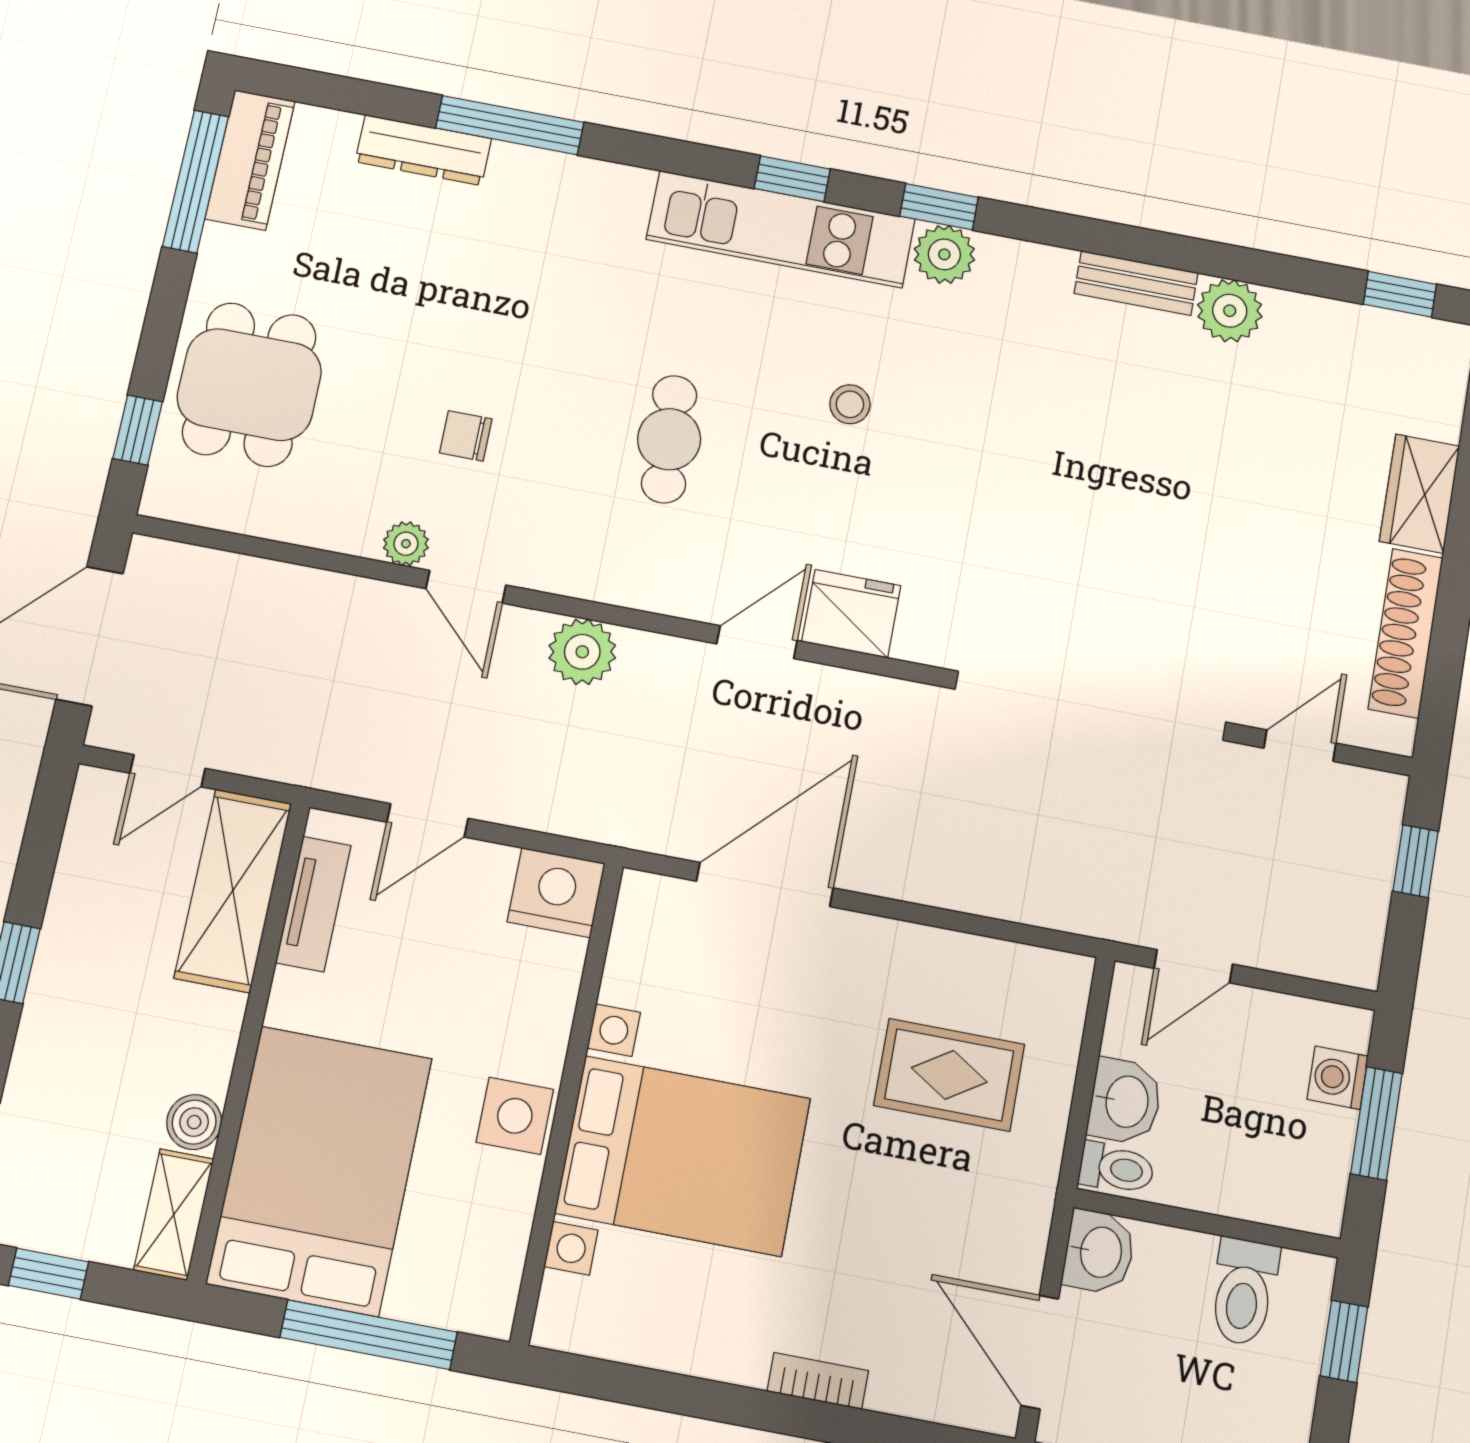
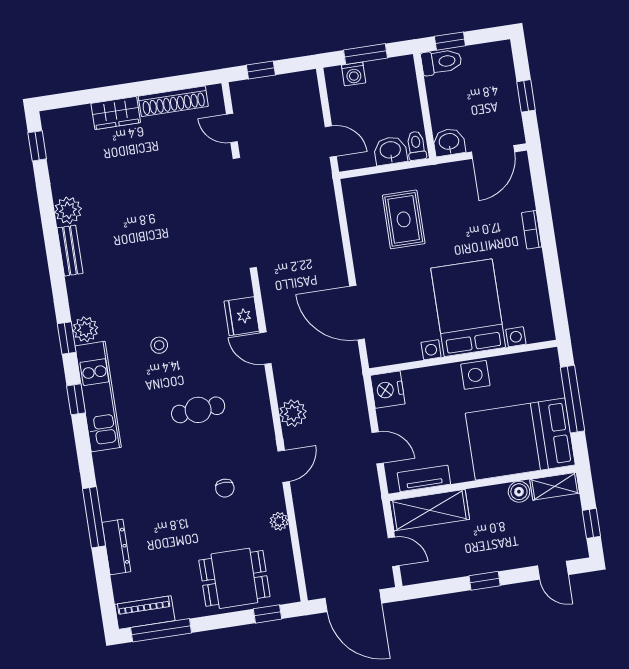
plant: (406, 544) -> (279, 521), moved
toilet: (1244, 1292) -> (441, 62), moved

